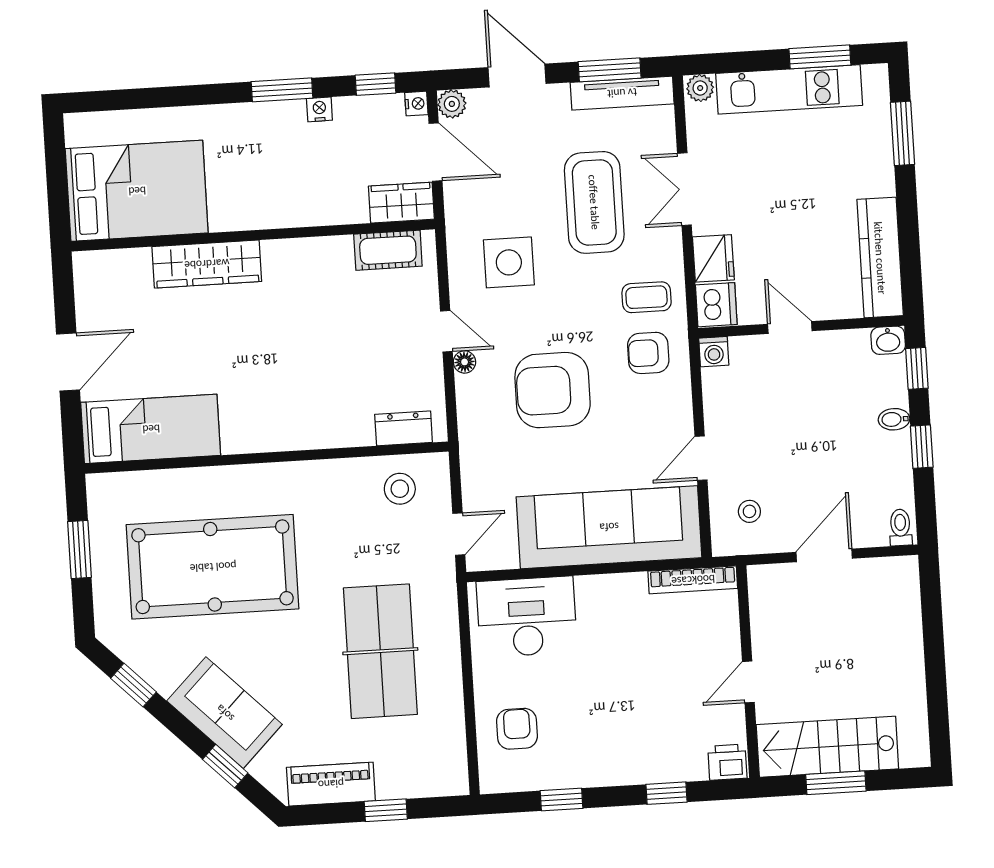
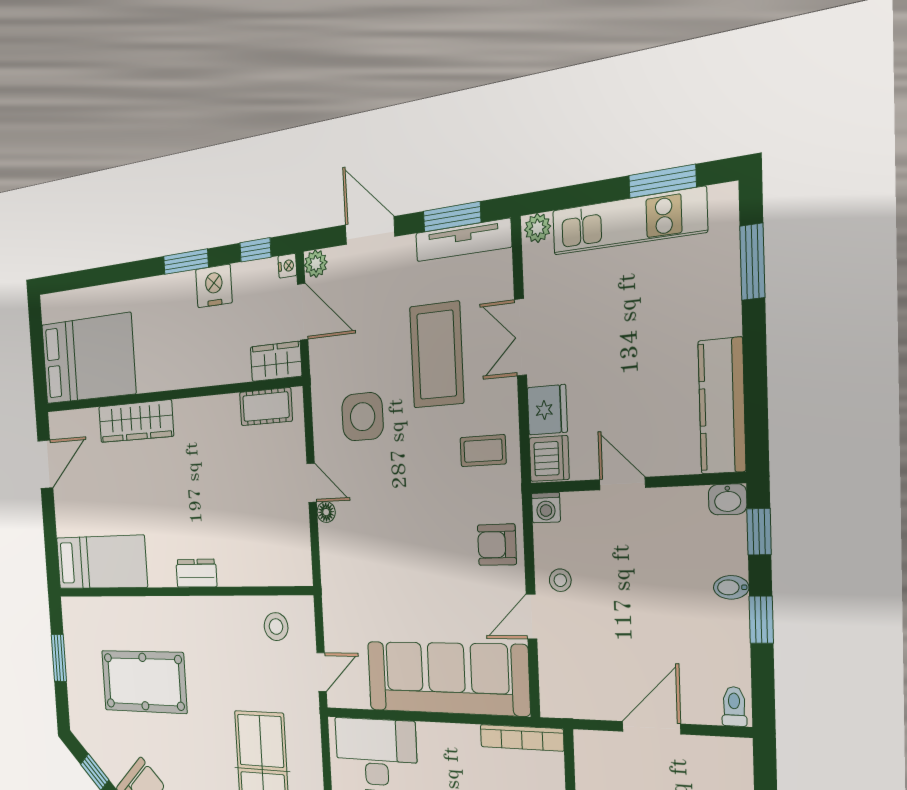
nightstand: (319, 109) -> (214, 286), width x1.89, depth x1.79
armchair: (648, 353) -> (497, 545), moved
door: (68, 362) -> (45, 464), moved
armchair: (553, 390) -> (399, 541), removed
dresser: (404, 428) -> (196, 573), moved
stool: (749, 511) -> (560, 580), moved
pool table: (213, 567) -> (144, 682), width x0.73, depth x0.76

